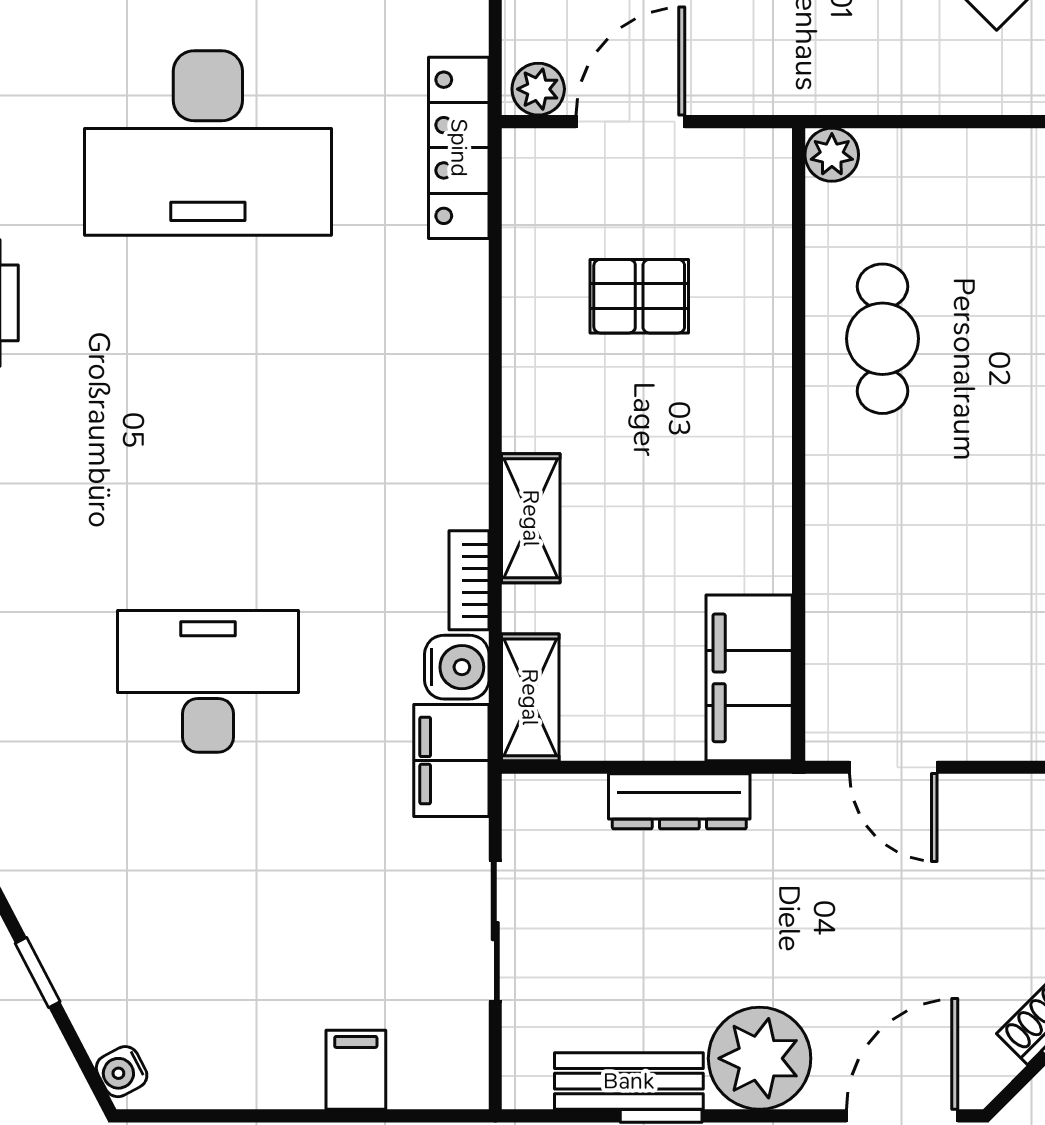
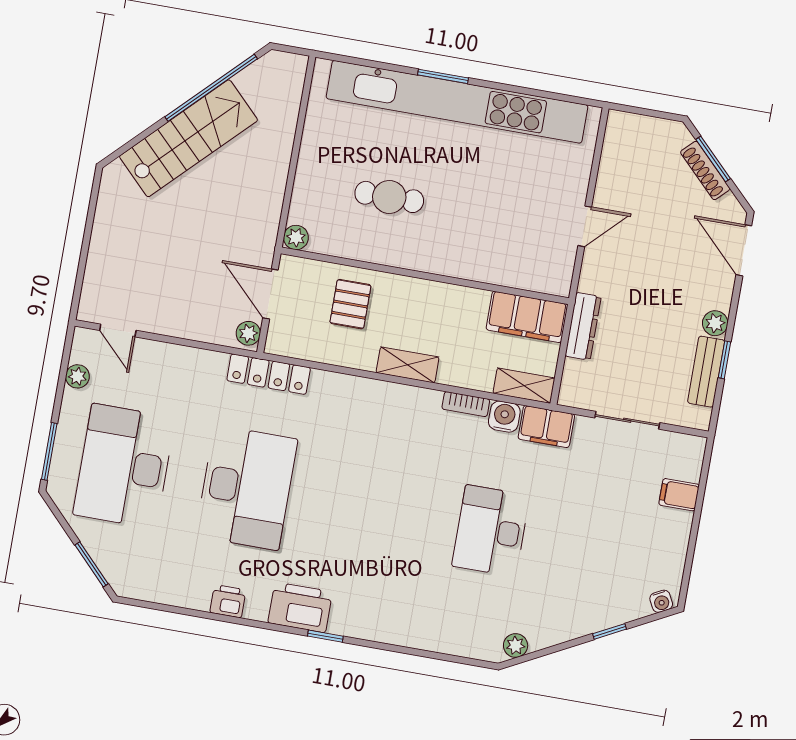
plant: (832, 155) -> (296, 237), moved
wall: (799, 444) -> (425, 276), moved
shelving: (531, 518) -> (408, 365), moved
filing cabinet: (749, 678) -> (527, 317), moved
plant: (760, 1058) -> (715, 323), width x0.53, depth x0.53

